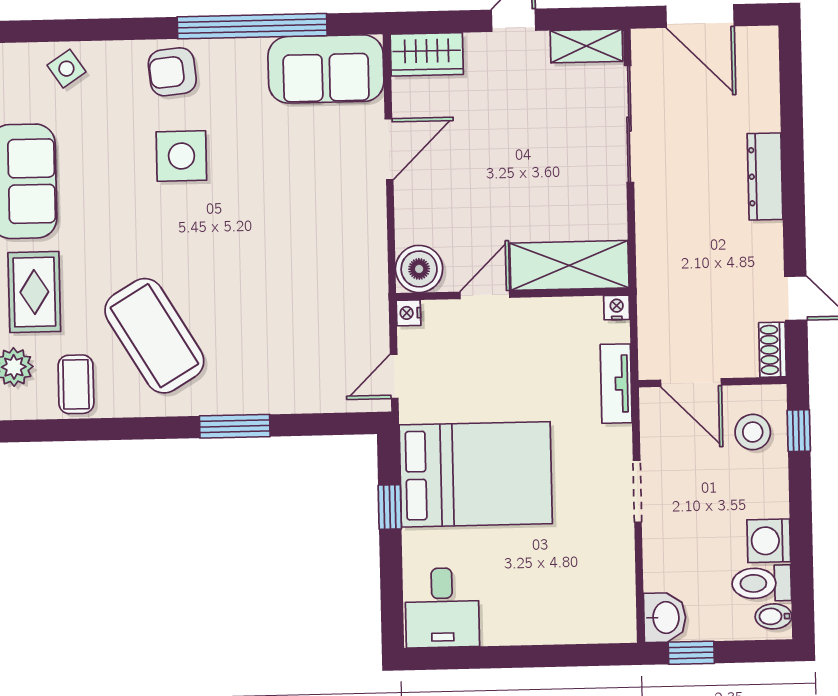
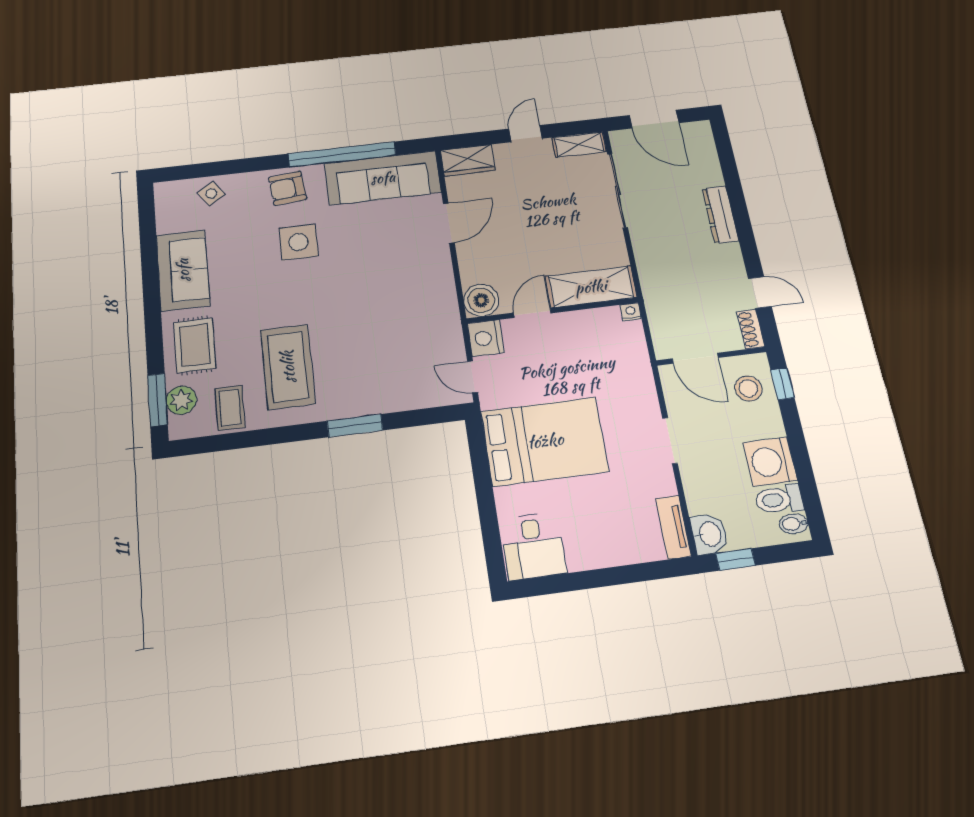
sofa: (326, 69) -> (383, 178), width x1.36
nightstand: (408, 313) -> (486, 338), width x1.89, depth x1.79
coffee table: (154, 336) -> (288, 367), turned 31
door: (394, 376) -> (473, 377), hinge flipped
tv unit: (616, 384) -> (673, 527), moved
window: (390, 507) -> (482, 473), removed
washing machine: (769, 541) -> (770, 462), width x1.37, depth x1.37

